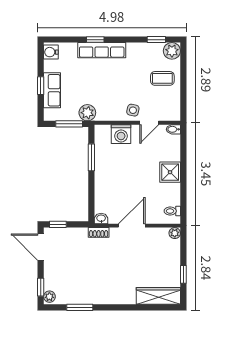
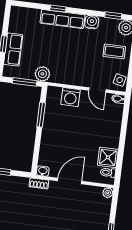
water cooler: (51, 52) -> (92, 22), moved, turned 90
side table: (133, 110) -> (120, 80), moved
door: (149, 123) -> (97, 90), hinge flipped
shower: (170, 172) -> (108, 157), moved

